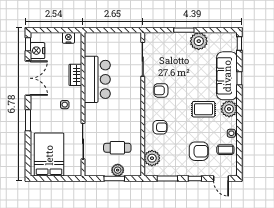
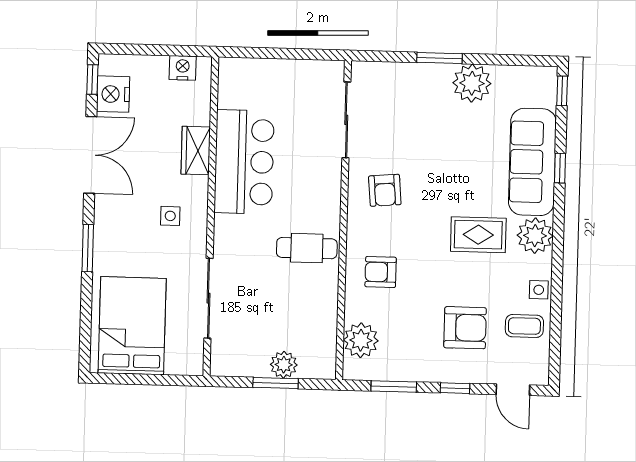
armchair: (161, 90) -> (385, 190), turned -95
armchair: (160, 127) -> (381, 272), turned 180
cafe table: (117, 148) -> (307, 248), moved

